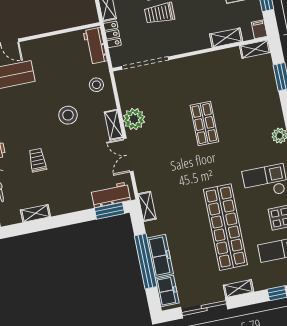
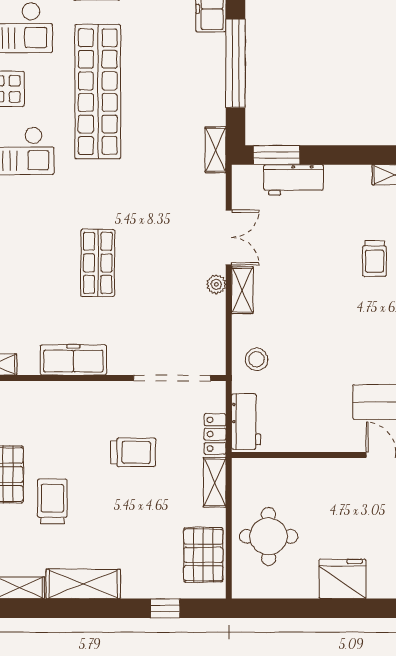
shelving: (226, 38) -> (35, 392), removed
stool: (68, 115) -> (312, 320), removed
plant: (134, 119) -> (216, 284), width x0.53, depth x0.53
workbench: (111, 195) -> (294, 180), moved
freezer: (160, 256) -> (73, 360), moved, turned 90

